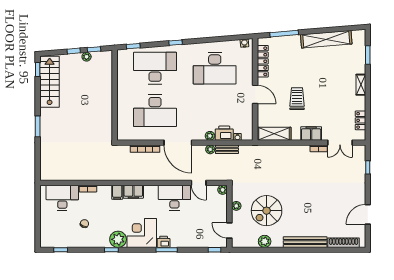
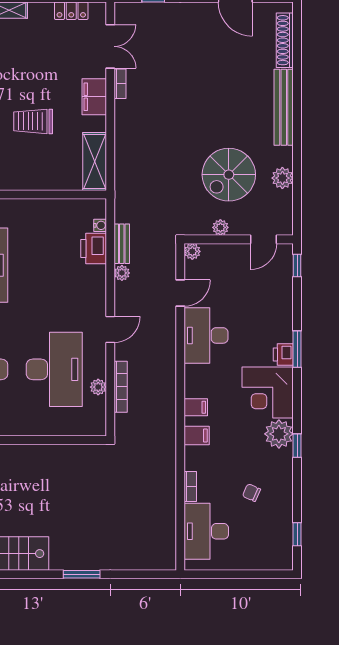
door: (255, 94) -> (26, 195), removed
plant: (210, 136) -> (98, 387), moved
door: (178, 143) -> (110, 329), width x0.53
filing cabinet: (133, 192) -> (196, 407), width x0.50
spiral stairs: (267, 211) -> (229, 175), turned 90

